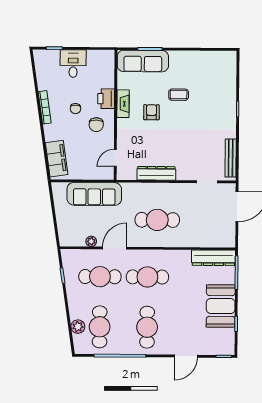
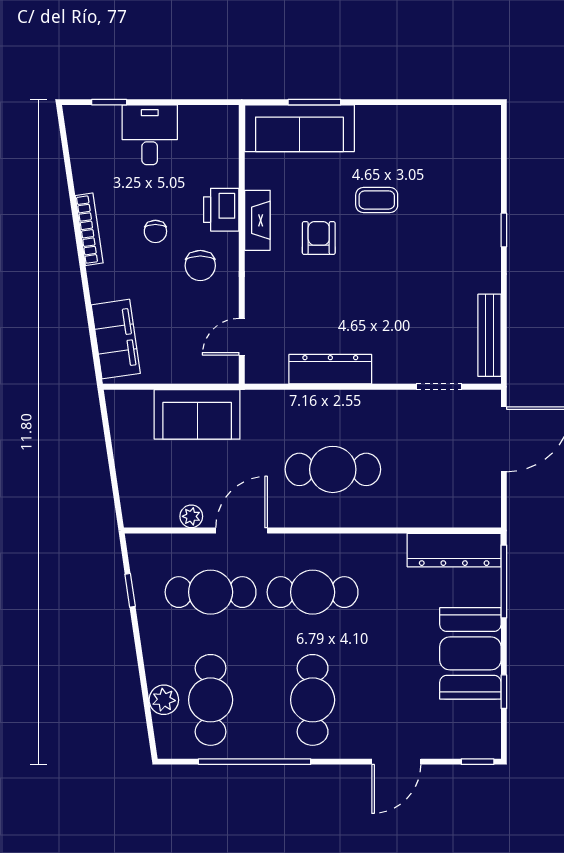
sofa: (94, 194) -> (197, 414), width x0.73

